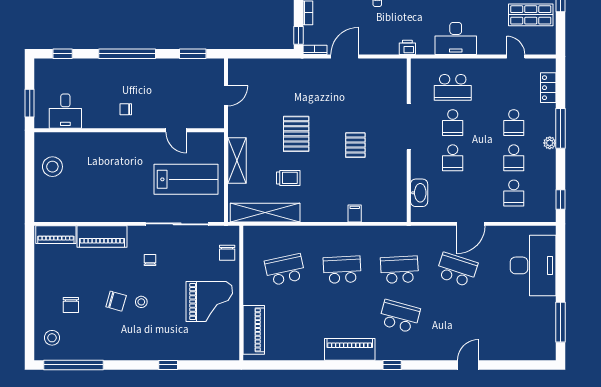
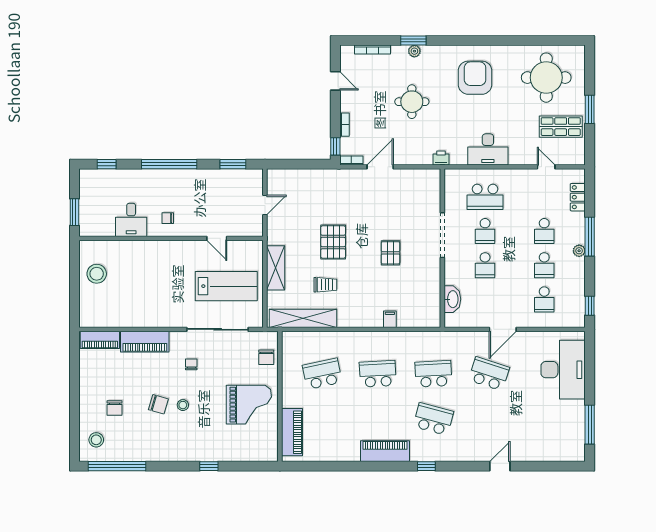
desk: (65, 111) -> (131, 220), moved

